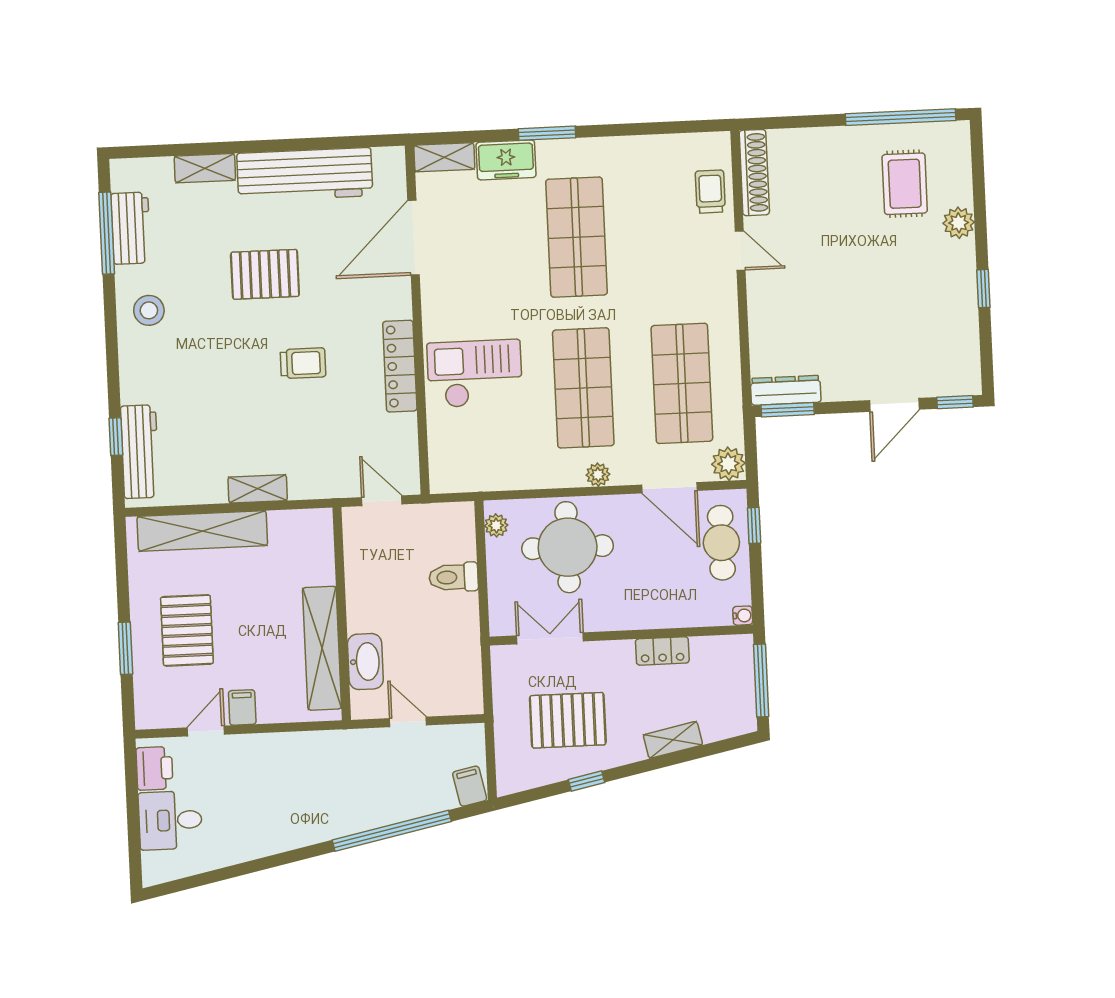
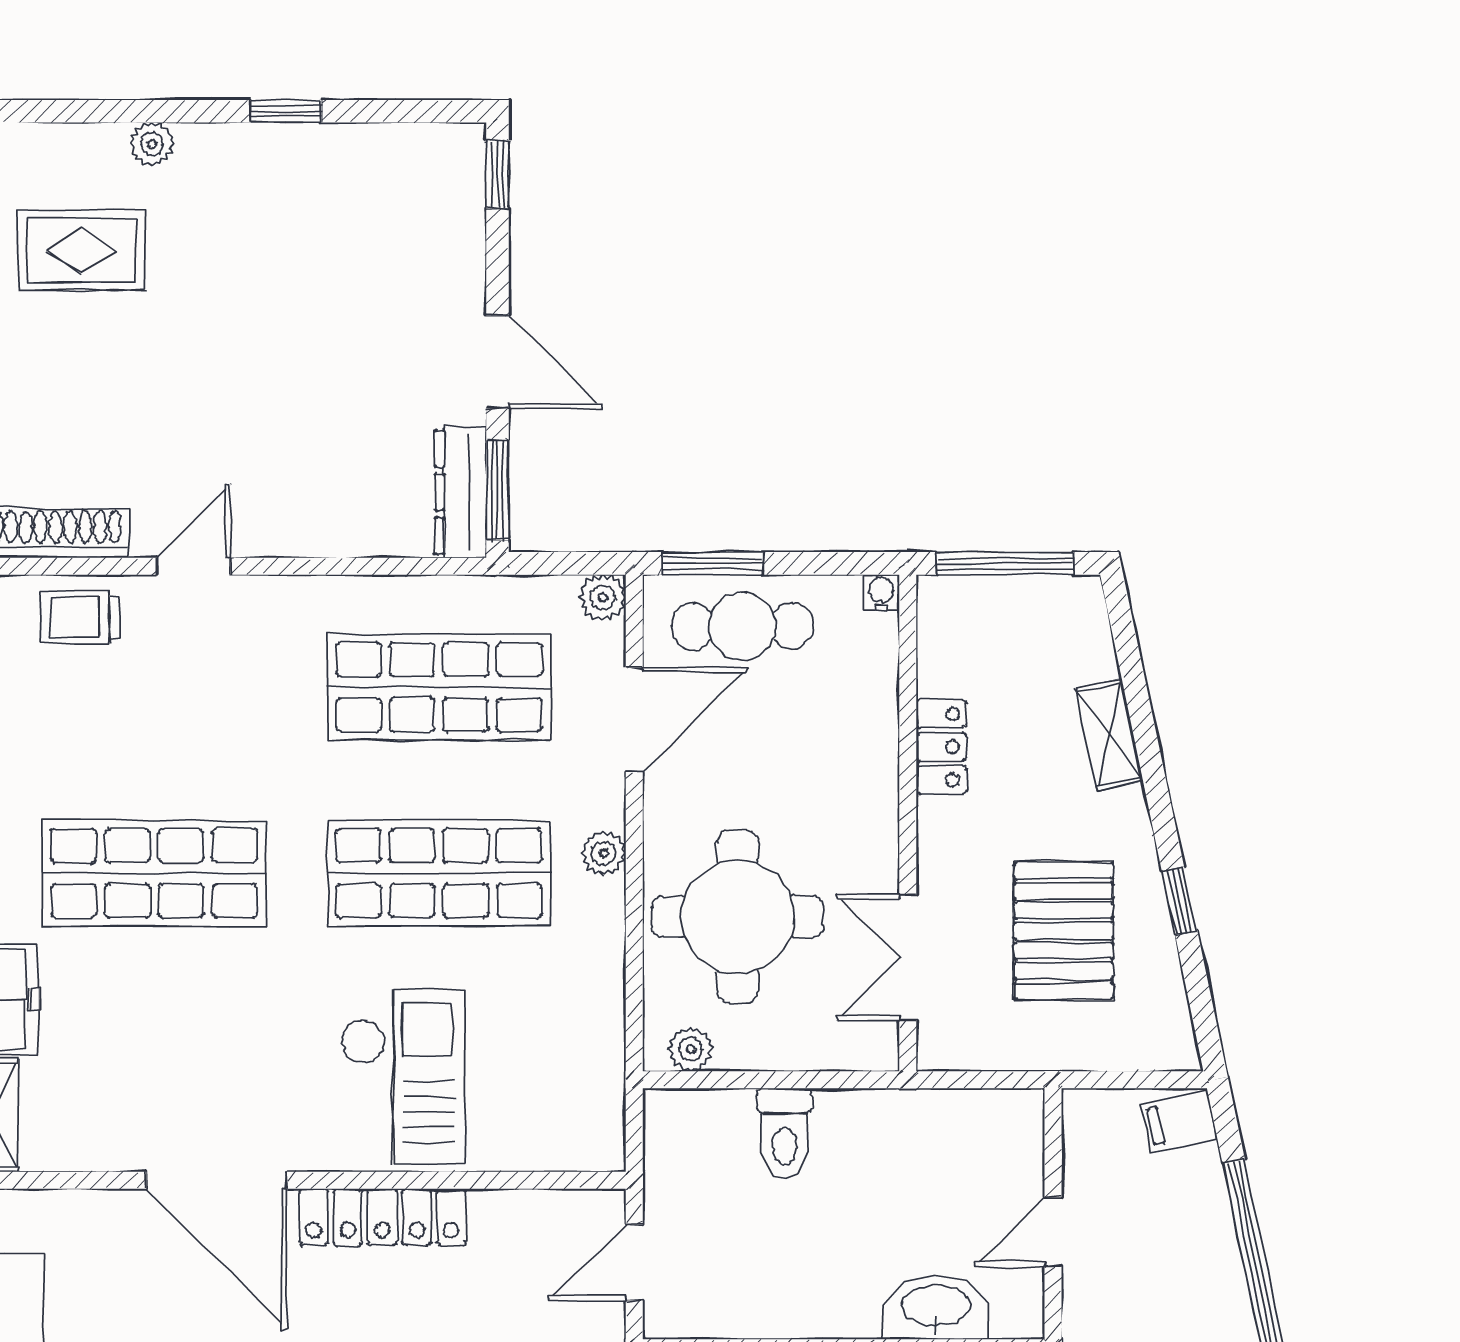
plant: (959, 223) -> (152, 144), width x0.73, depth x0.73
door: (414, 238) -> (217, 1180), moved
checkout: (475, 374) -> (403, 1077), turned 180
door: (894, 405) -> (497, 362), moved
plant: (728, 464) -> (603, 598), width x0.73, depth x0.73
window: (754, 525) -> (713, 563), width x1.50

